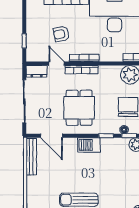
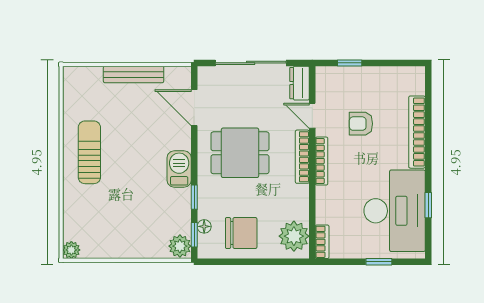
armchair: (61, 34) -> (361, 124), turned -79
door: (57, 64) -> (312, 116), swing flipped
door: (52, 136) -> (194, 108), hinge flipped
bench: (31, 157) -> (134, 74), moved

